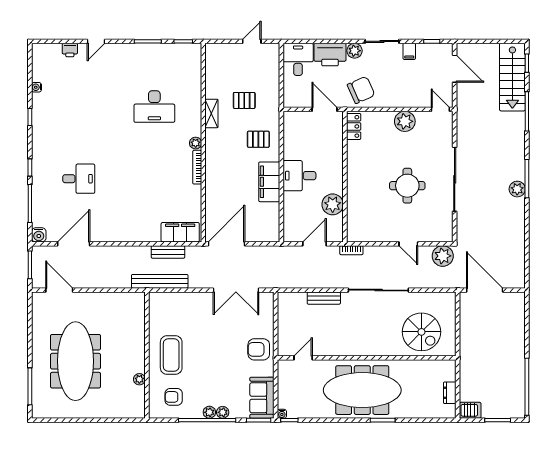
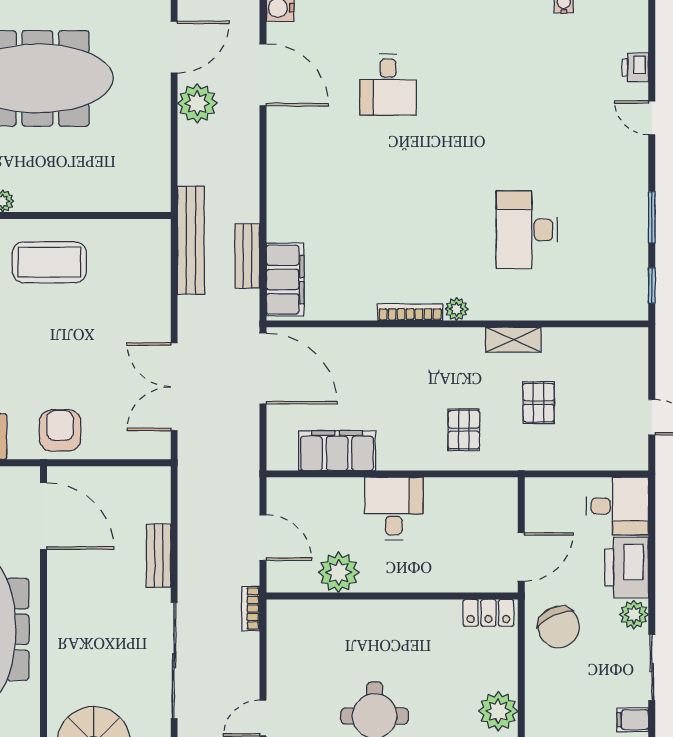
filing cabinet: (269, 182) -> (337, 451), moved
plant: (88, 278) -> (197, 103), added
door: (303, 358) -> (44, 516), width x1.87

